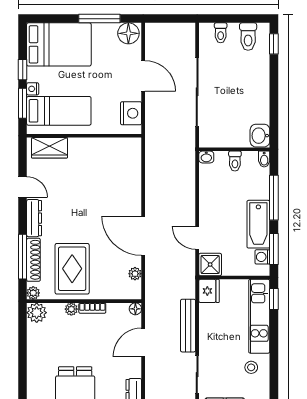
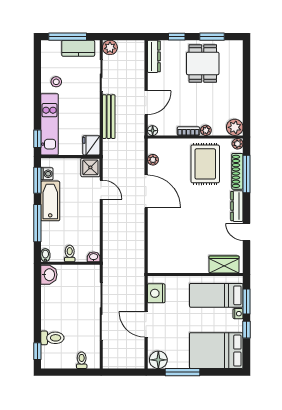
toilet: (248, 37) -> (52, 338), moved, turned 90

